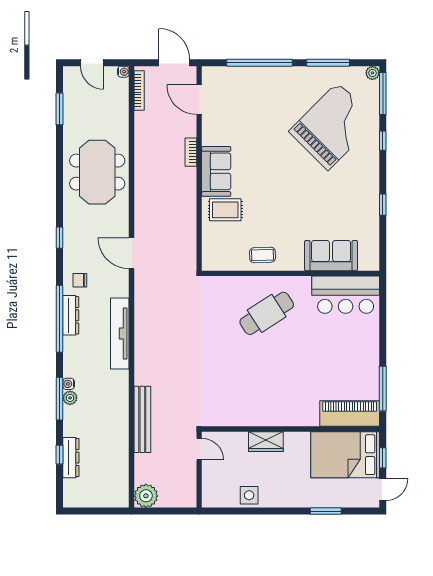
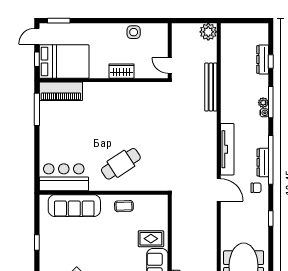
door: (132, 253) -> (219, 190), moved
sofa: (331, 256) -> (74, 206), width x1.36
window: (326, 511) -> (59, 21), moved

